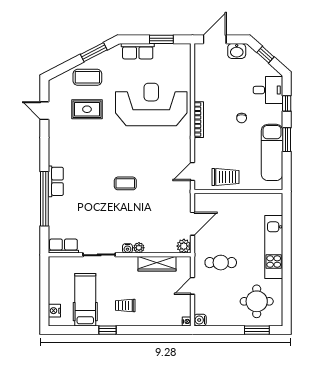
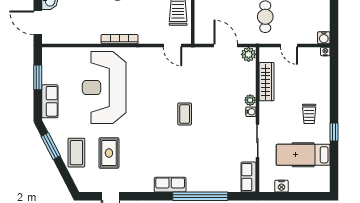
row of seats: (56, 181) -> (170, 185), moved
nightstand: (54, 311) -> (281, 186), moved

